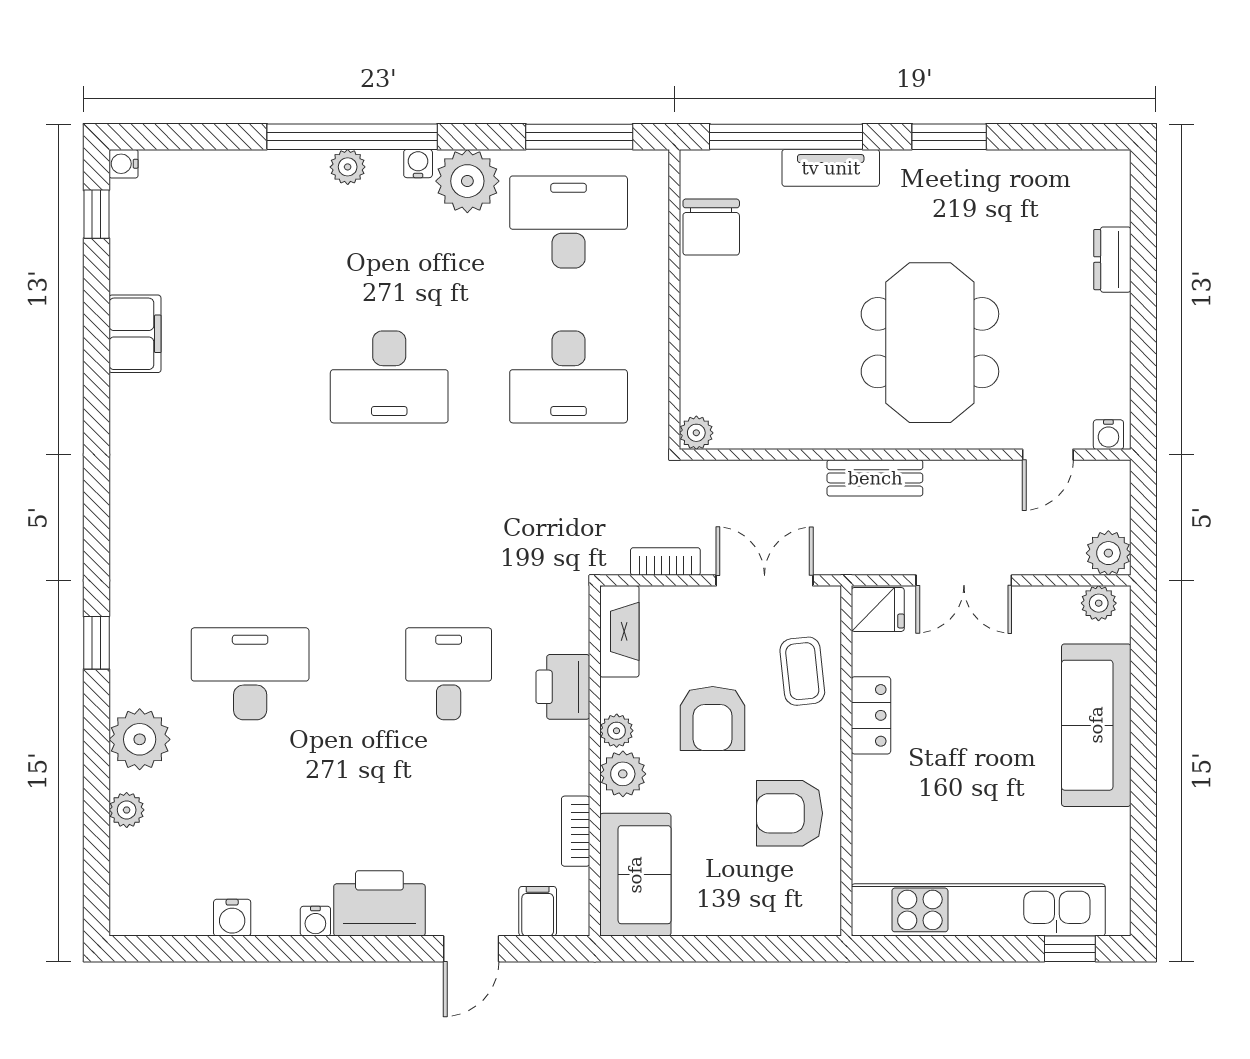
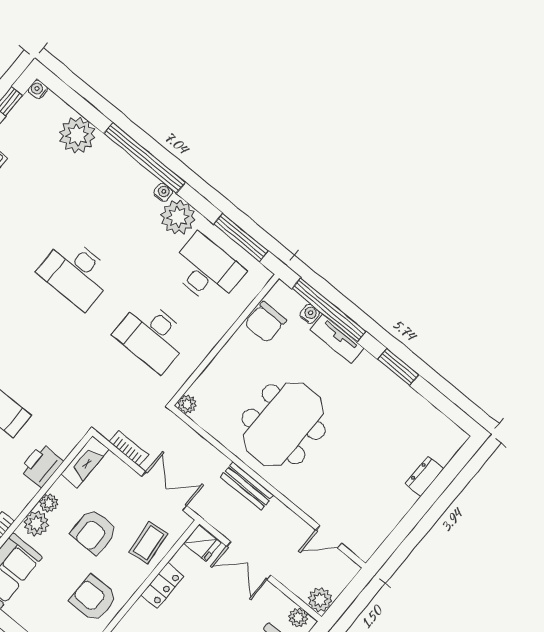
plant: (348, 167) -> (77, 135), moved, width x1.88, depth x1.88
meeting table: (930, 343) -> (284, 424), moved
water cooler: (1108, 435) -> (310, 314), moved, turned 180

